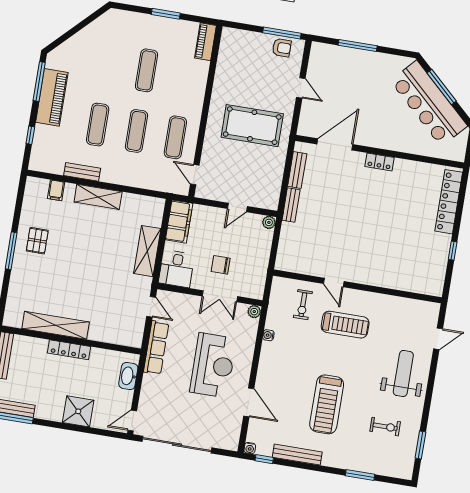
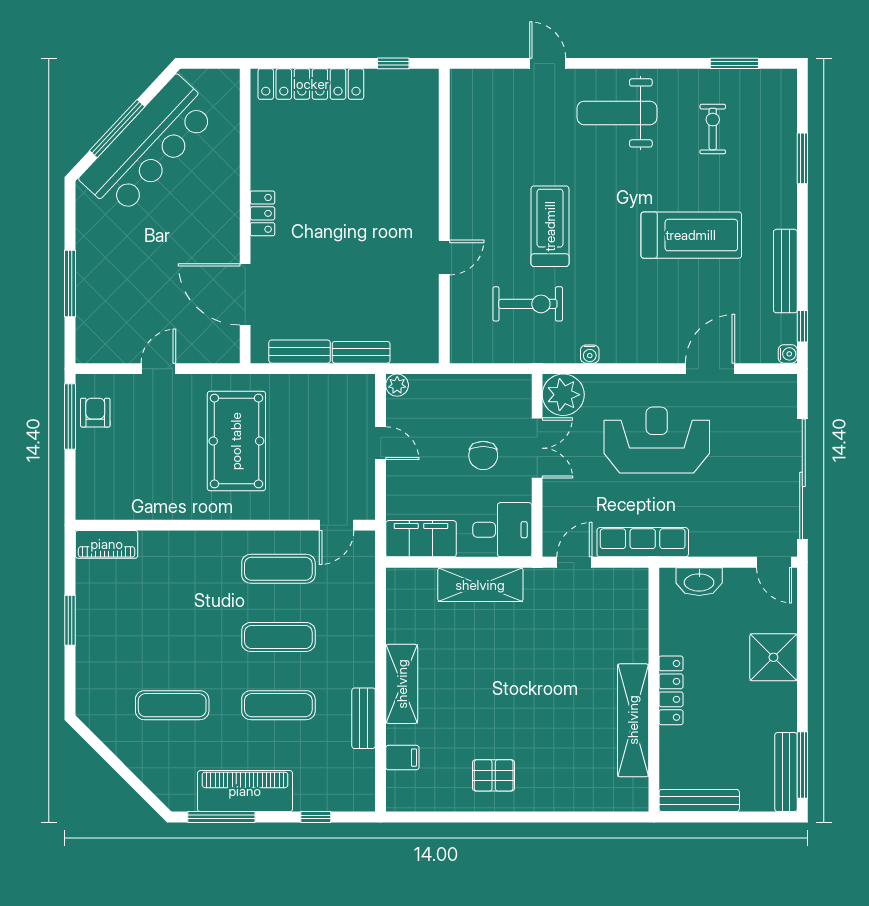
exercise mat: (147, 70) -> (172, 705), moved
window: (11, 251) -> (518, 817), removed
door: (334, 282) -> (444, 258), moved
wall: (357, 286) -> (444, 216), moved
exercise bike: (303, 305) -> (528, 304), width x1.38, depth x1.39
plant: (254, 312) -> (563, 395), width x1.88, depth x1.88

